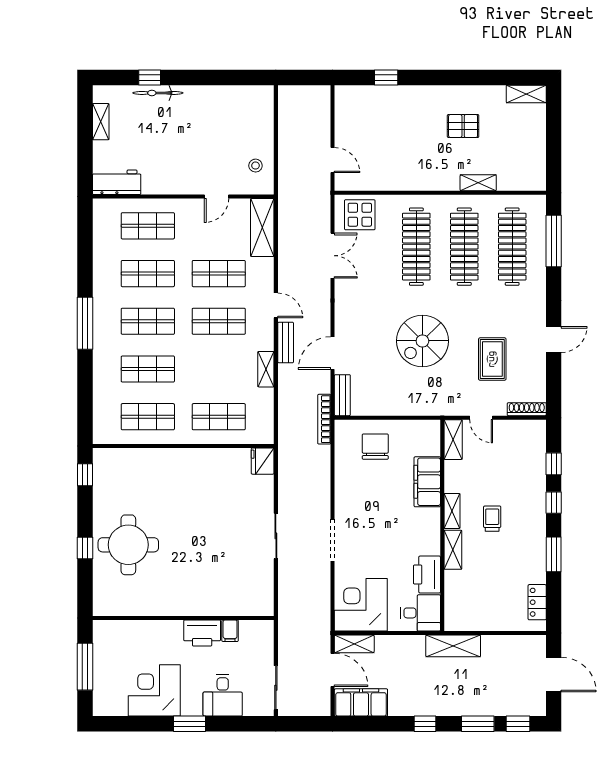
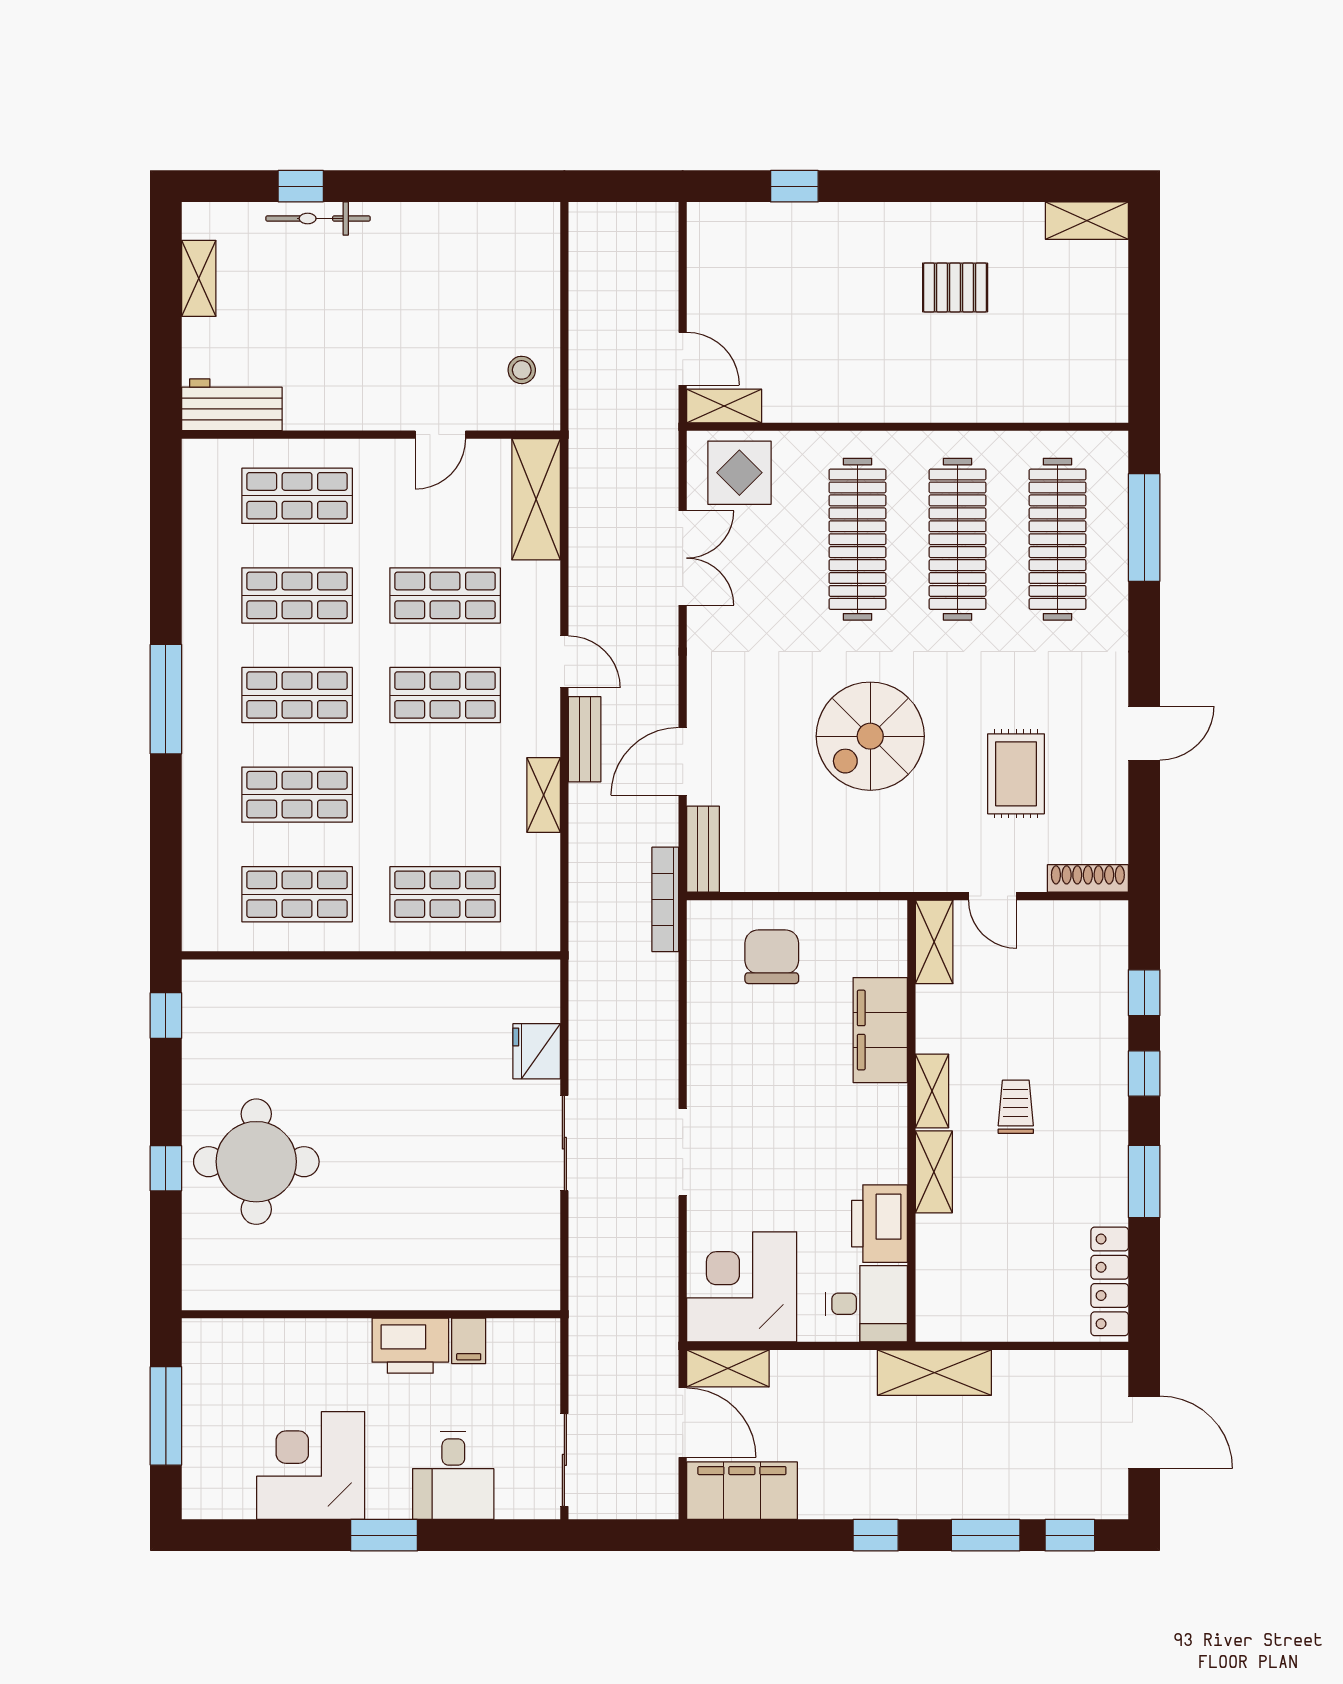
shelving: (478, 183) -> (724, 406), moved
fridge: (263, 461) -> (537, 1051), moved
locker: (537, 602) -> (1110, 1281), width x1.53

